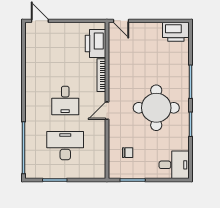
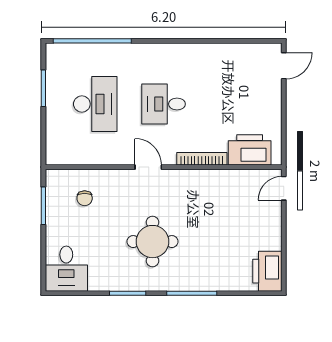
round table: (156, 108) -> (153, 242), width x0.73, depth x0.73

